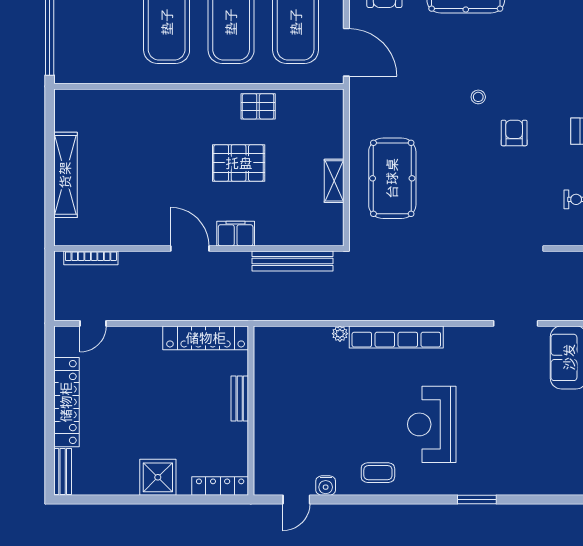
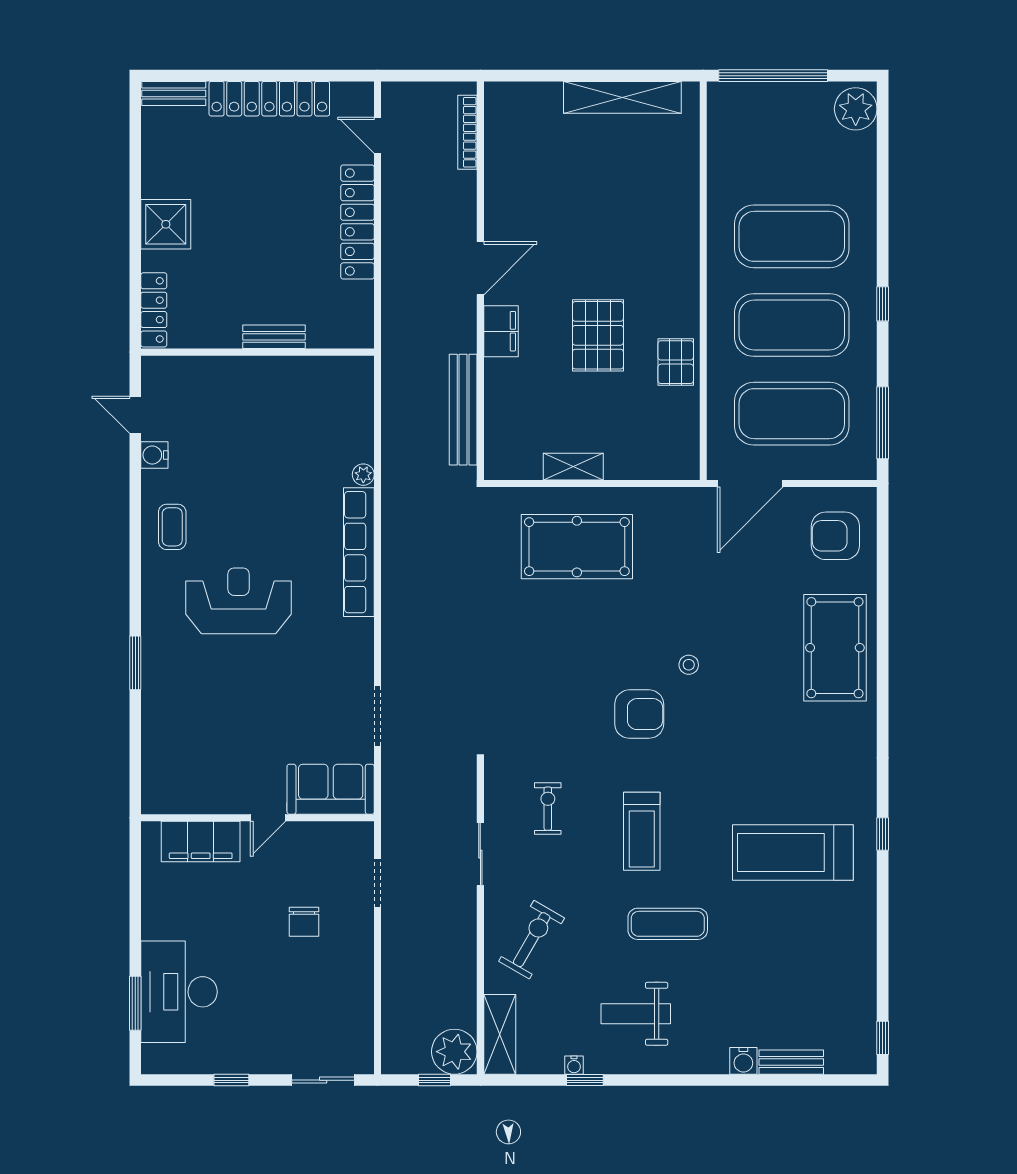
armchair: (514, 133) -> (639, 714), width x1.38, depth x1.38
shelving: (65, 175) -> (622, 97), moved
locker: (206, 338) -> (357, 222), moved

